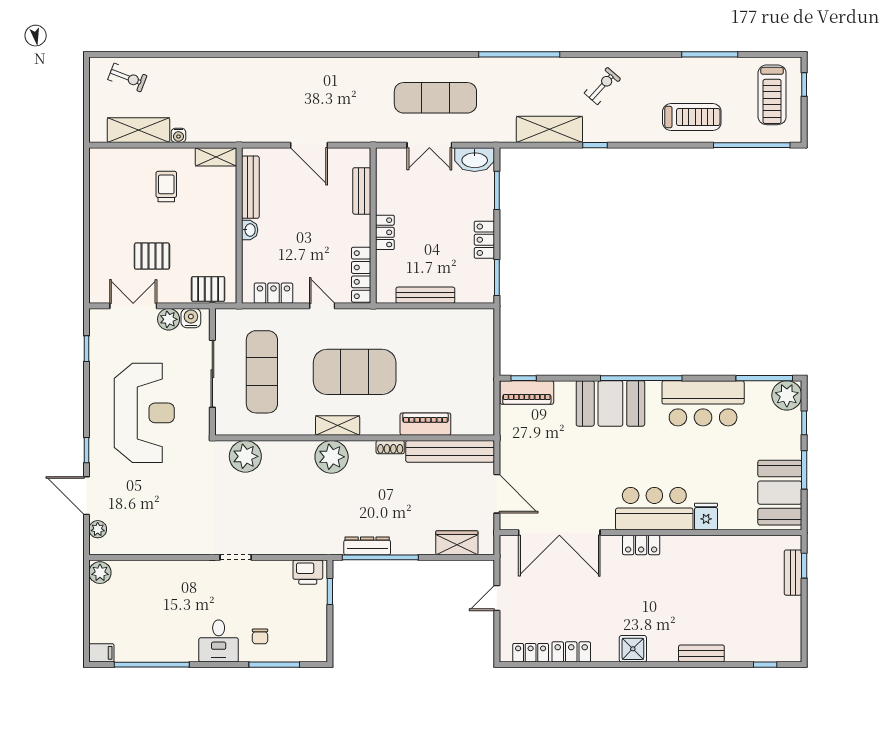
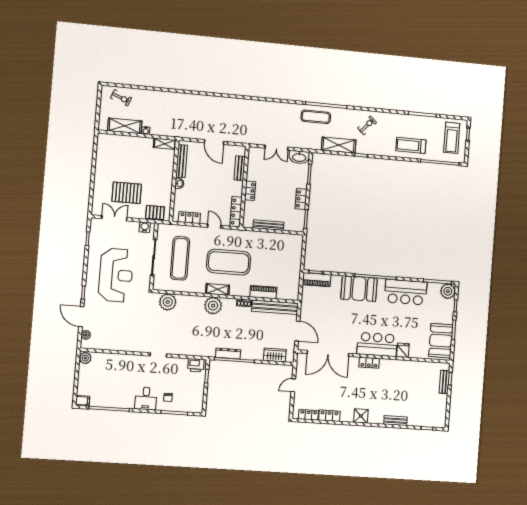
exercise mat: (435, 98) -> (316, 117), moved, width x0.73, depth x0.69
treadmill: (692, 117) -> (411, 145), turned 180
trolley: (166, 187) -> (137, 157), removed
pallet: (152, 256) -> (127, 193), width x1.50, depth x1.42
plant: (169, 319) -> (133, 227), removed

